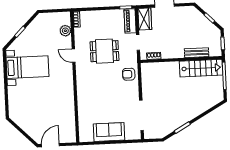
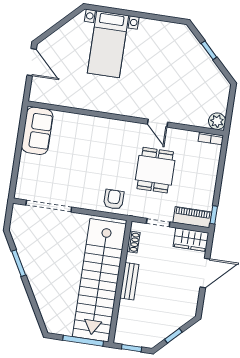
plant: (65, 31) -> (217, 121), moved
bench: (197, 53) -> (129, 281), moved
door: (74, 56) -> (157, 123), swing flipped
bed with nightstands: (27, 67) -> (108, 44), moved
stairs: (201, 68) -> (99, 280), width x1.86, depth x1.51
sofa: (109, 132) -> (37, 131), moved

